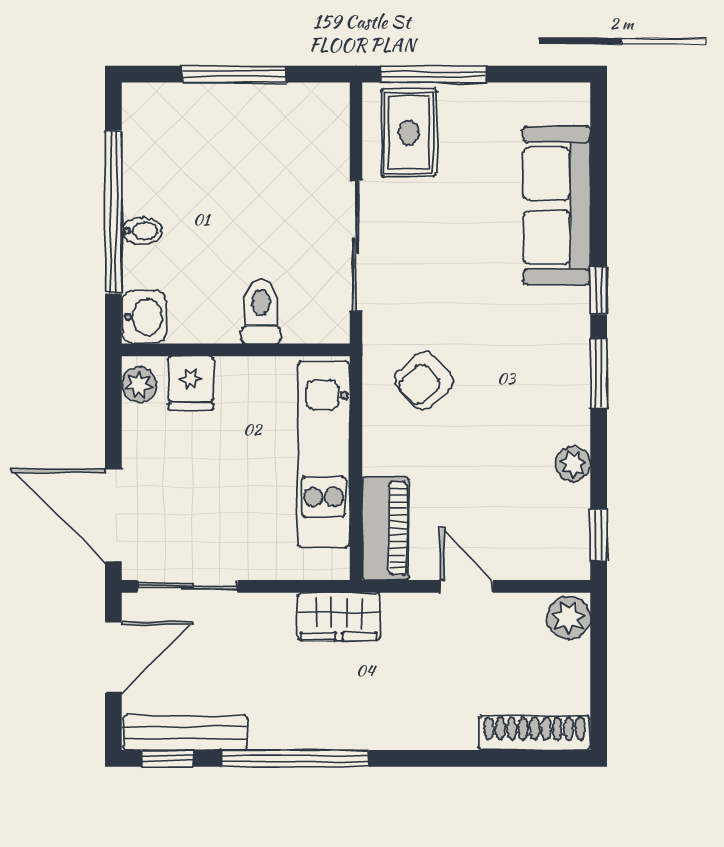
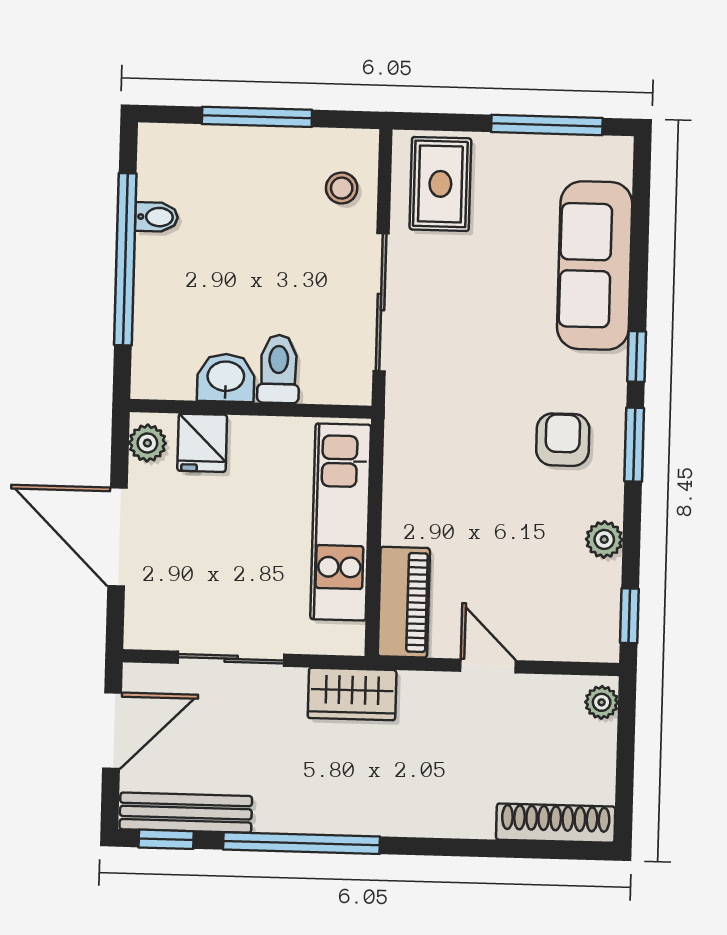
window: (433, 74) -> (547, 125), moved
stool: (316, 139) -> (342, 188), added
bidet: (142, 231) -> (156, 217), moved
washbasin: (144, 317) -> (226, 378), moved, turned -90
armchair: (424, 380) -> (563, 440), moved, turned 133
door: (113, 515) -> (117, 537), moved
sliding door: (188, 586) -> (231, 659), moved
plant: (569, 618) -> (602, 702), width x0.73, depth x0.73

